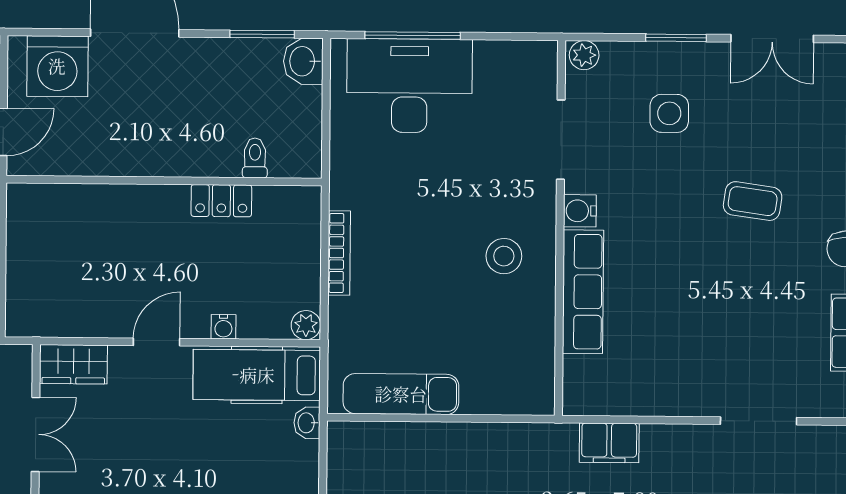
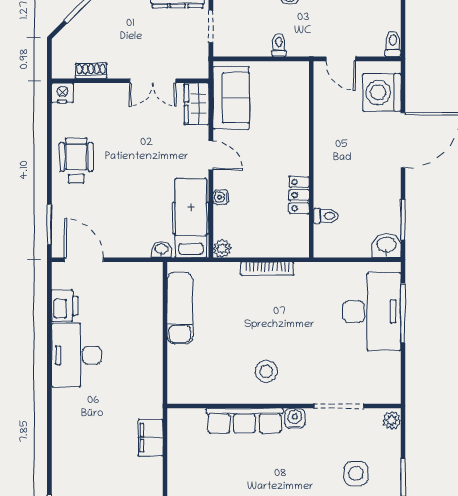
sofa: (64, 309) -> (231, 98), added

